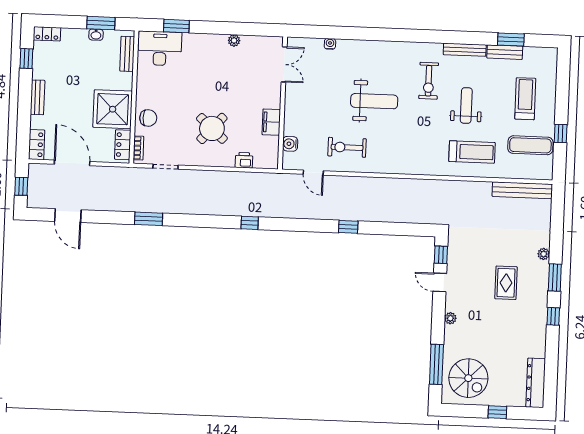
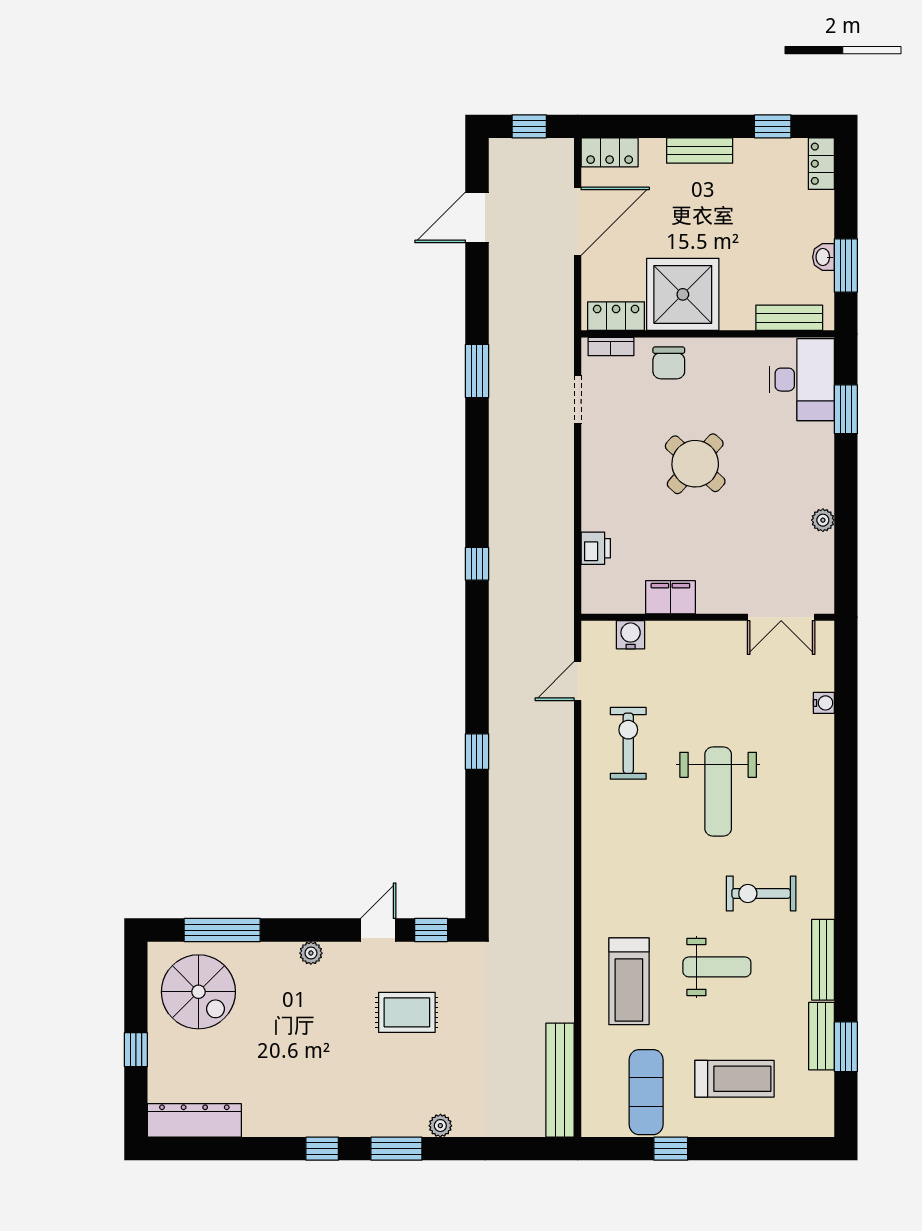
round table: (212, 128) -> (695, 464), moved
rug: (506, 283) -> (407, 1012), moved
spiral stairs: (468, 378) -> (198, 992), turned -90

